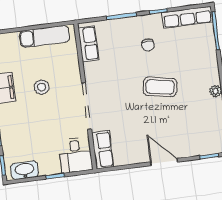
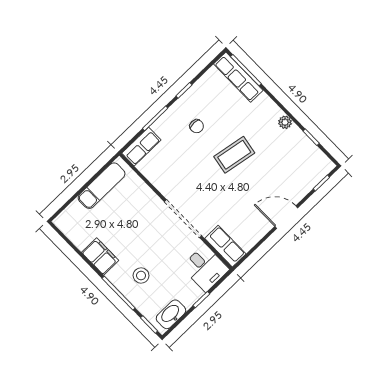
row of seats: (187, 17) -> (238, 77), moved, turned 90
row of seats: (88, 44) -> (141, 147), moved, turned 90
stool: (42, 87) -> (141, 275), moved

